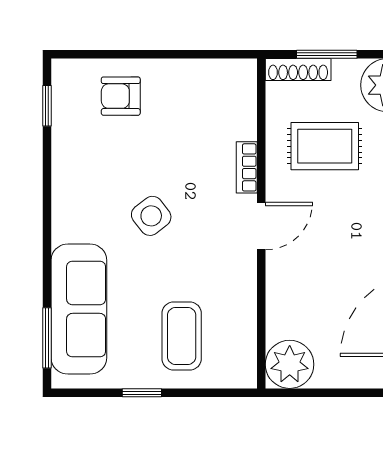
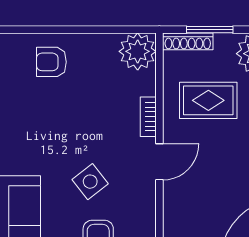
plant: (233, 83) -> (138, 51), added
side table: (151, 216) -> (90, 182), moved

